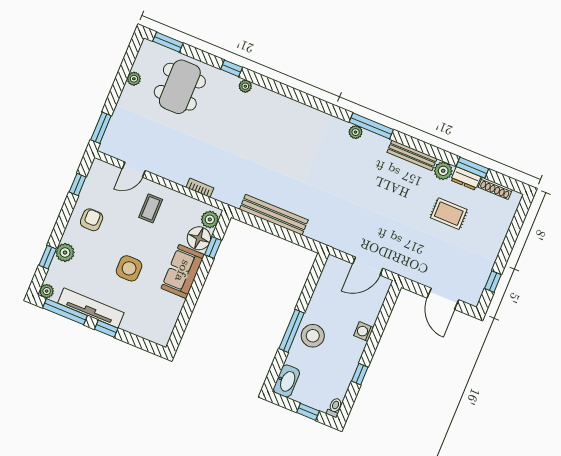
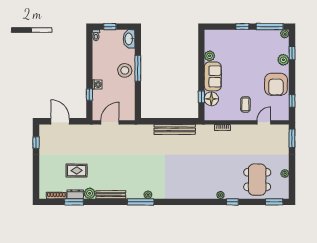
plant: (210, 219) -> (210, 56), moved
armchair: (92, 220) -> (276, 84), width x1.88, depth x1.88
side table: (129, 268) -> (244, 66), removed
tv unit: (91, 308) -> (256, 35), removed
window: (360, 374) -> (89, 95), moved

